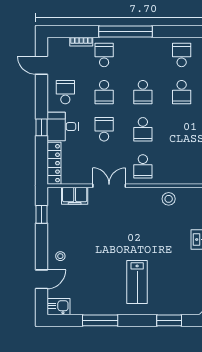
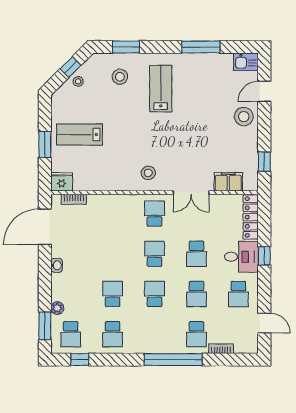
school desk: (104, 92) -> (196, 294), turned 180
stool: (169, 199) -> (148, 173), moved
stool: (60, 256) -> (244, 117), width x1.89, depth x1.89
stool: (175, 293) -> (120, 77), added

